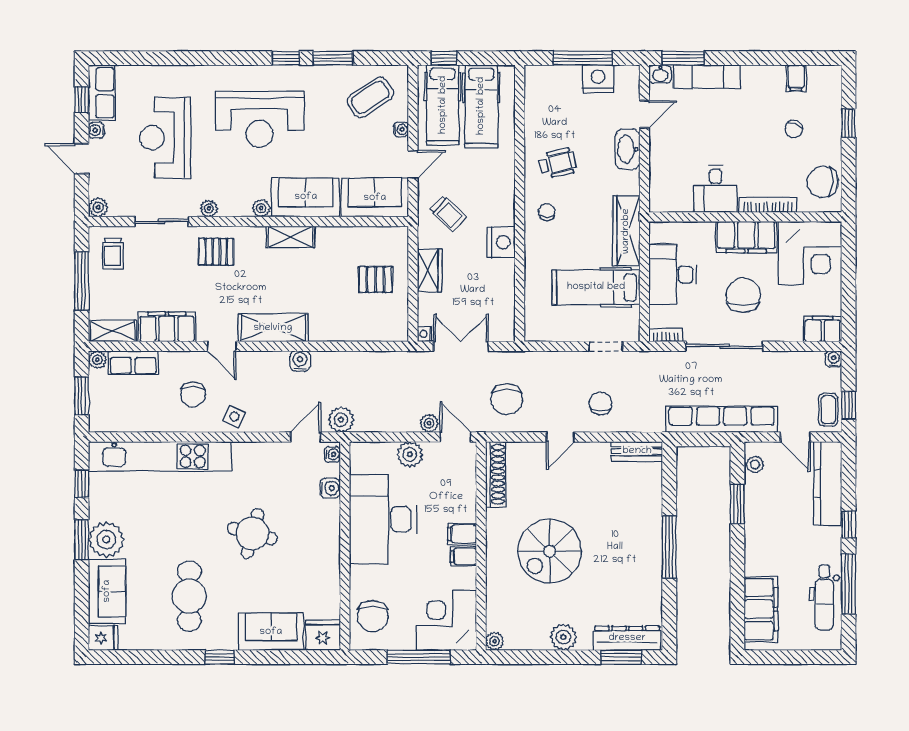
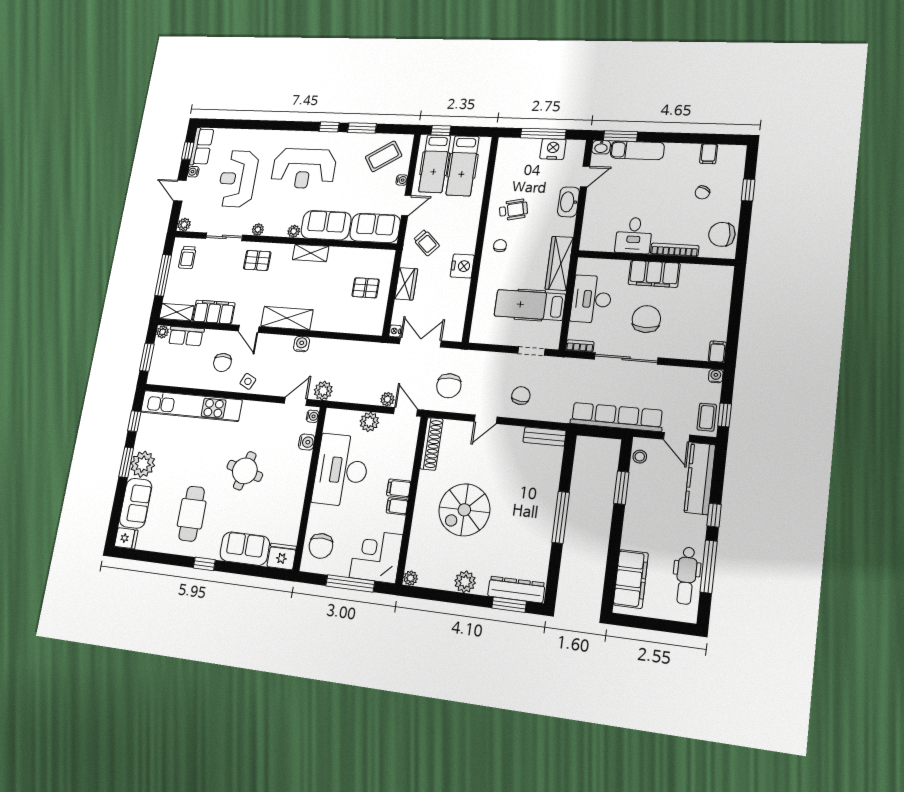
corner desk: (810, 253) -> (705, 290), removed
filing cabinet: (823, 329) -> (717, 352), width x0.50

